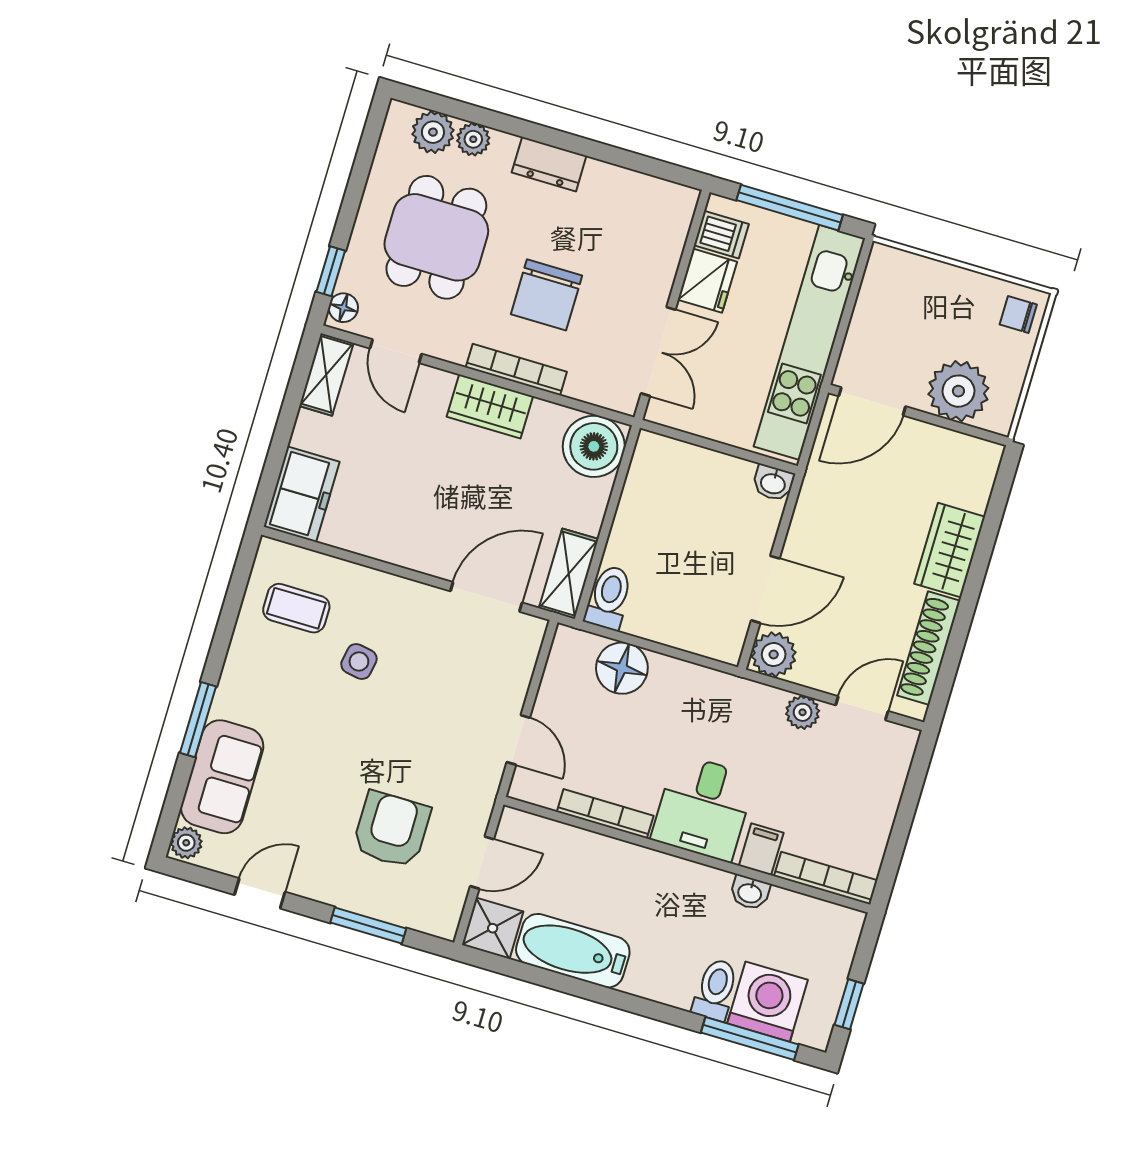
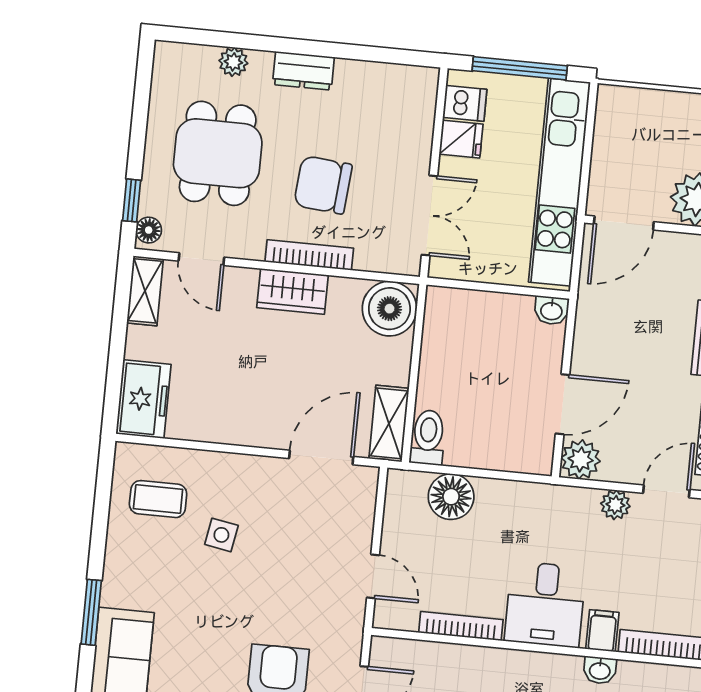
plant: (433, 132) -> (197, 62), removed
fridge: (707, 281) -> (461, 139), width x0.72
chair: (547, 295) -> (323, 185), turned 95

